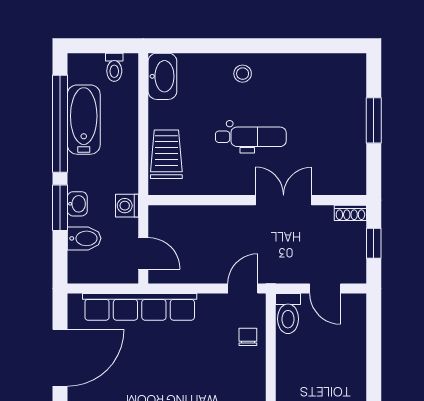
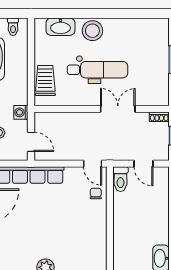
stool: (243, 74) -> (92, 31), width x1.89, depth x1.89
washbasin: (162, 76) -> (60, 27), moved, turned 90
dental chair: (251, 137) -> (98, 70), width x1.36, depth x1.38
door: (243, 288) -> (93, 164), swing flipped

